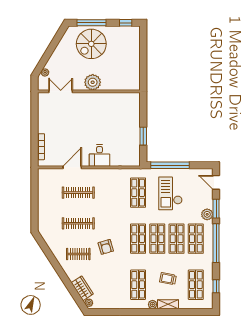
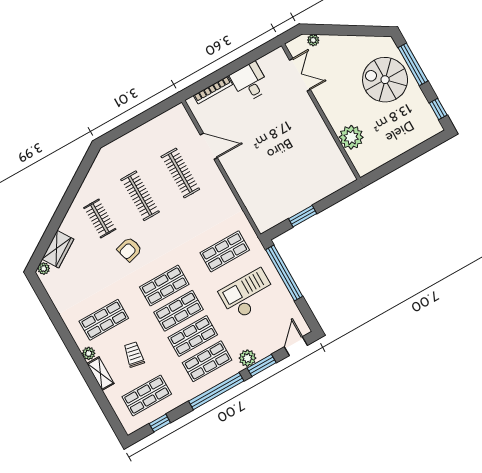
plant: (93, 82) -> (351, 137), moved
desk: (99, 156) -> (250, 82), moved, turned 90

